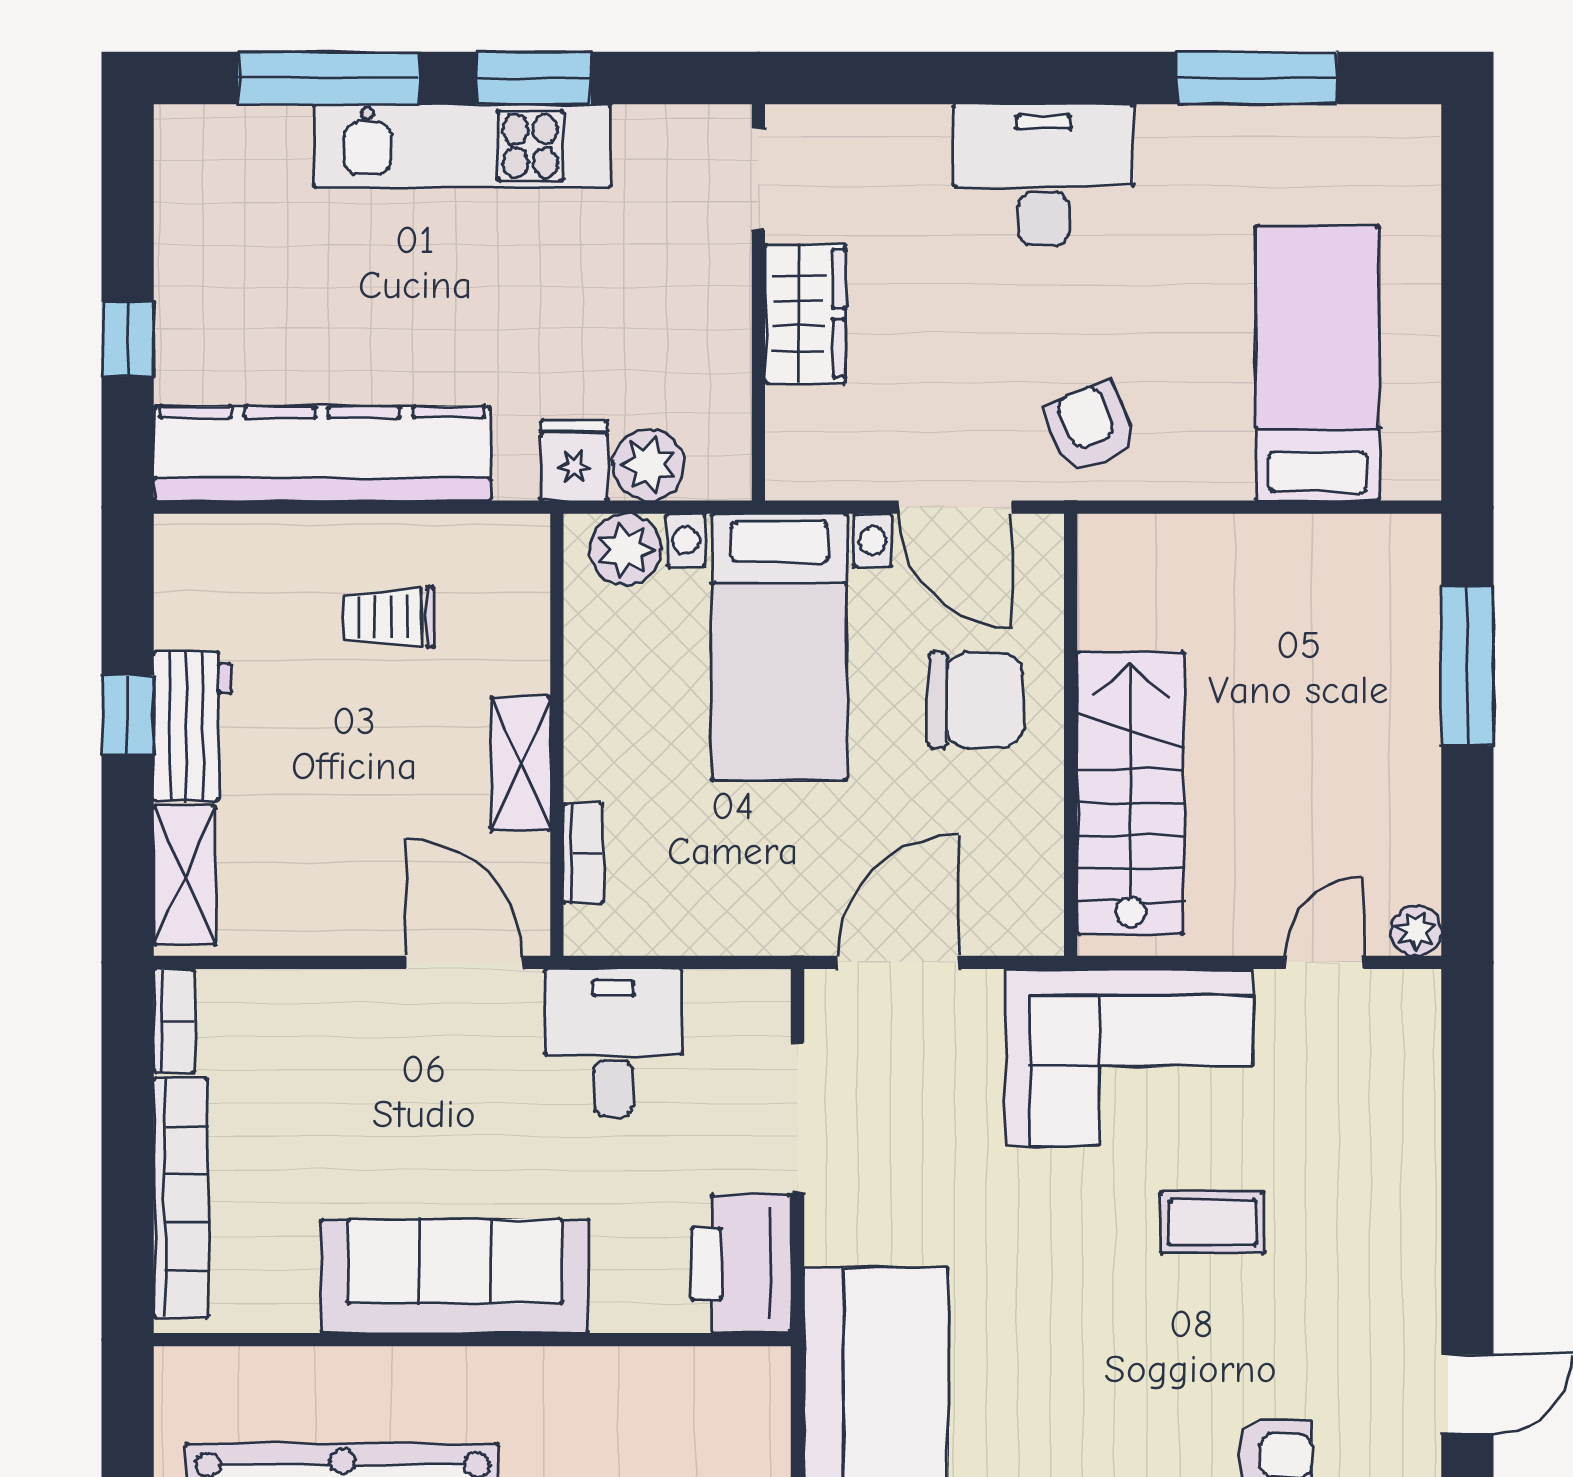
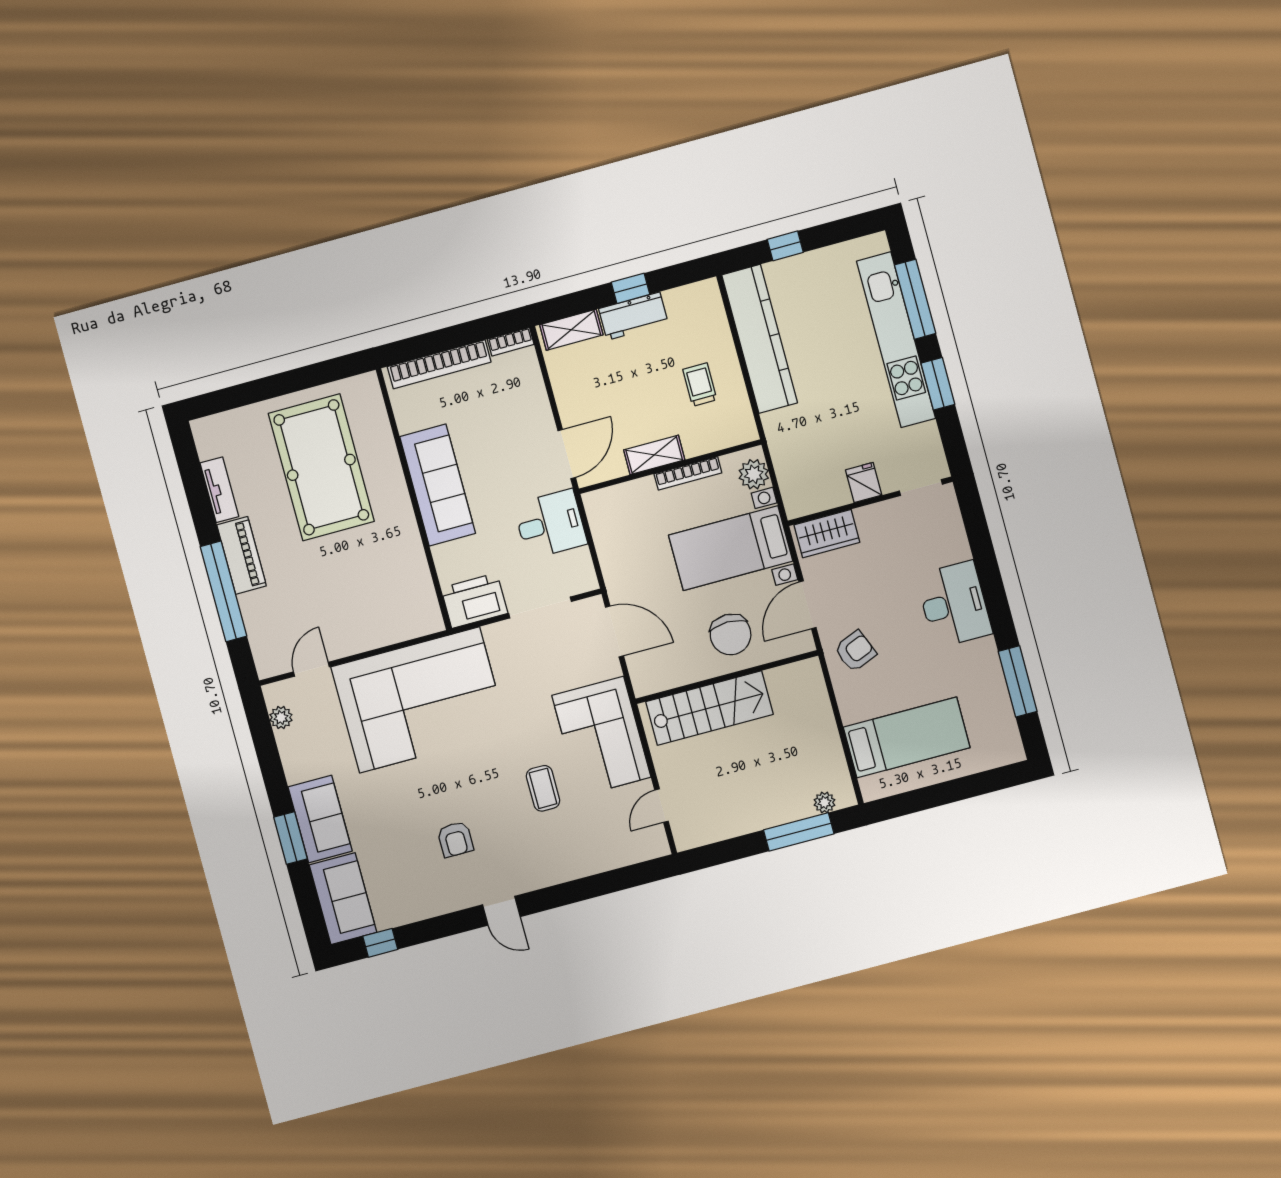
kitchen unit: (462, 146) -> (896, 340), width x1.36
wardrobe: (805, 313) -> (827, 534), moved
fridge: (574, 461) -> (864, 483), moved, turned -90
plant: (649, 465) -> (791, 474), removed
bookcase: (583, 853) -> (688, 473), moved, width x1.56
plant: (1416, 931) -> (825, 802), moved
door: (1324, 962) -> (662, 806), swing flipped

